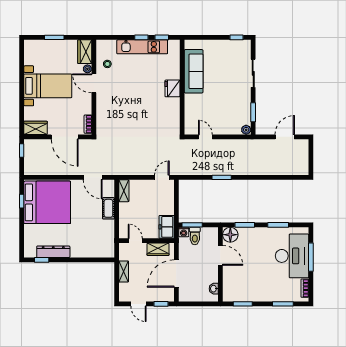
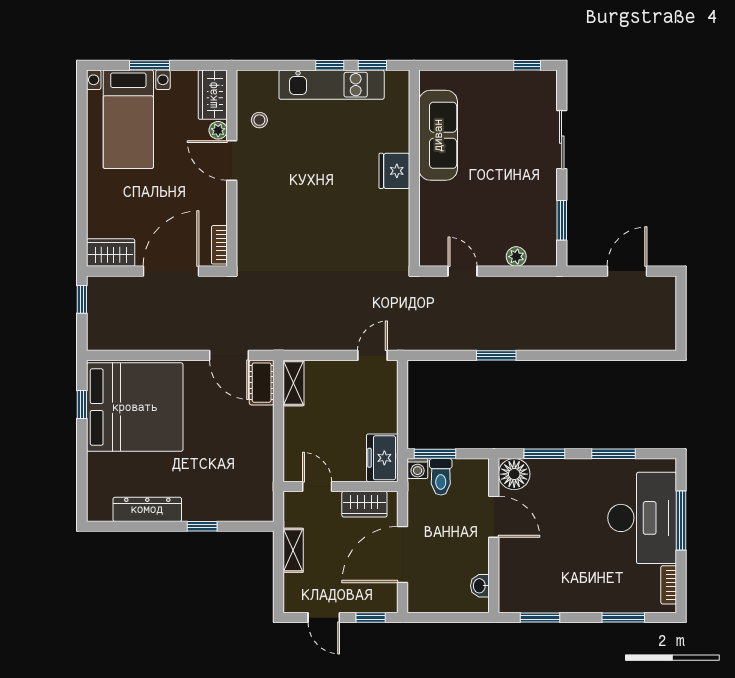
bed with nightstands: (48, 86) -> (128, 119), moved, turned 90
plant: (246, 130) -> (516, 257), moved
door: (65, 137) -> (171, 271), swing flipped
cot: (108, 208) -> (262, 383), moved
window: (42, 260) -> (202, 526), moved

